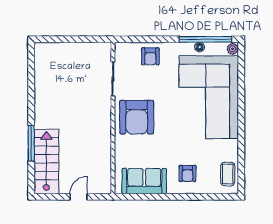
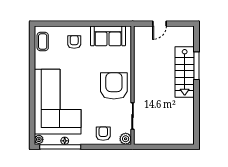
plant: (122, 50) -> (126, 139), added
stairs: (46, 162) -> (185, 72), moved

